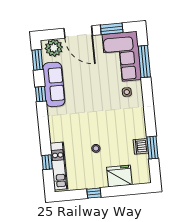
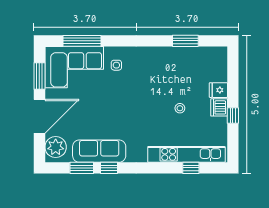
window: (37, 60) -> (82, 168), moved
dishwasher: (141, 146) -> (219, 107), moved, turned 90
kitchen unit: (59, 166) -> (186, 154), width x1.36
fridge: (119, 176) -> (218, 90), width x0.53, depth x0.75

